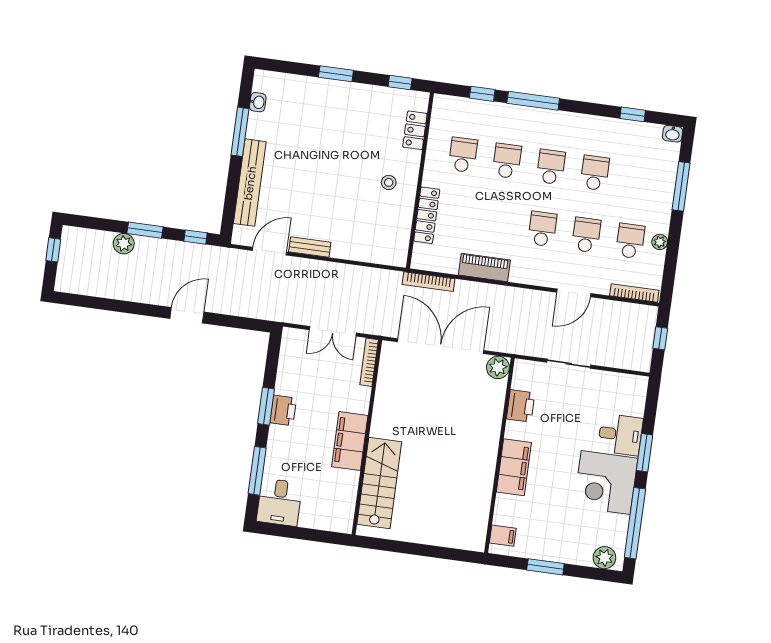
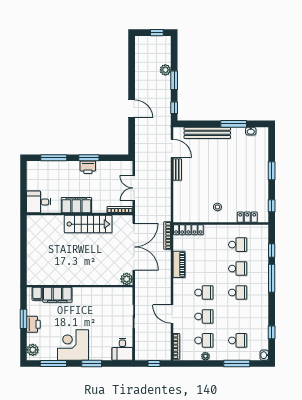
school desk: (595, 173) -> (238, 340), moved
locker: (427, 215) -> (188, 230), moved
printer: (521, 406) -> (33, 324), moved, turned -90
desk: (620, 435) -> (122, 349), moved
filing cabinet: (514, 467) -> (57, 295), moved
stairs: (379, 483) -> (88, 224), moved
desk: (279, 502) -> (39, 202), moved
window: (635, 523) -> (53, 364), width x0.68

